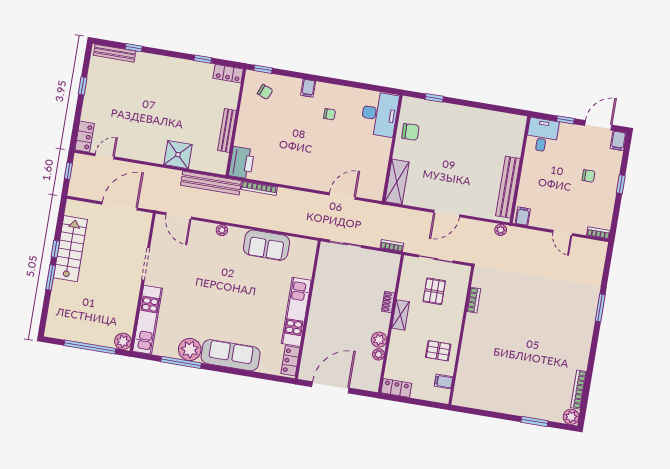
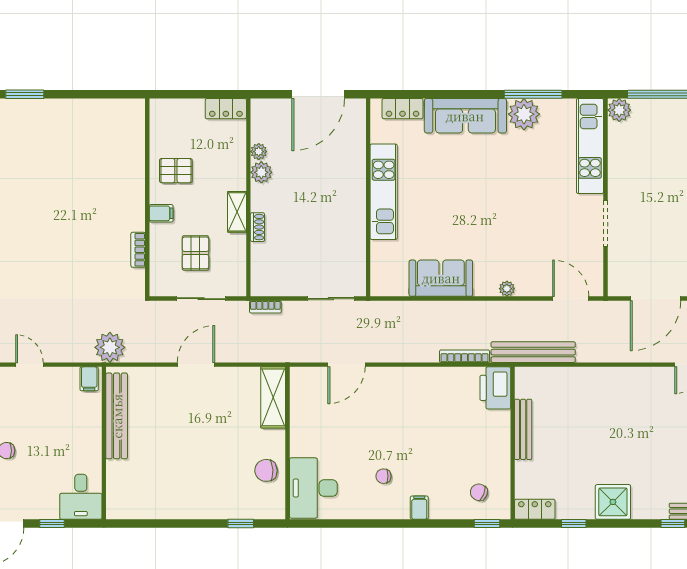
shower: (178, 155) -> (613, 502), moved
plant: (501, 230) -> (110, 347), width x1.88, depth x1.88
locker: (290, 361) -> (403, 109), moved, turned 90
filing cabinet: (444, 382) -> (161, 213), moved

